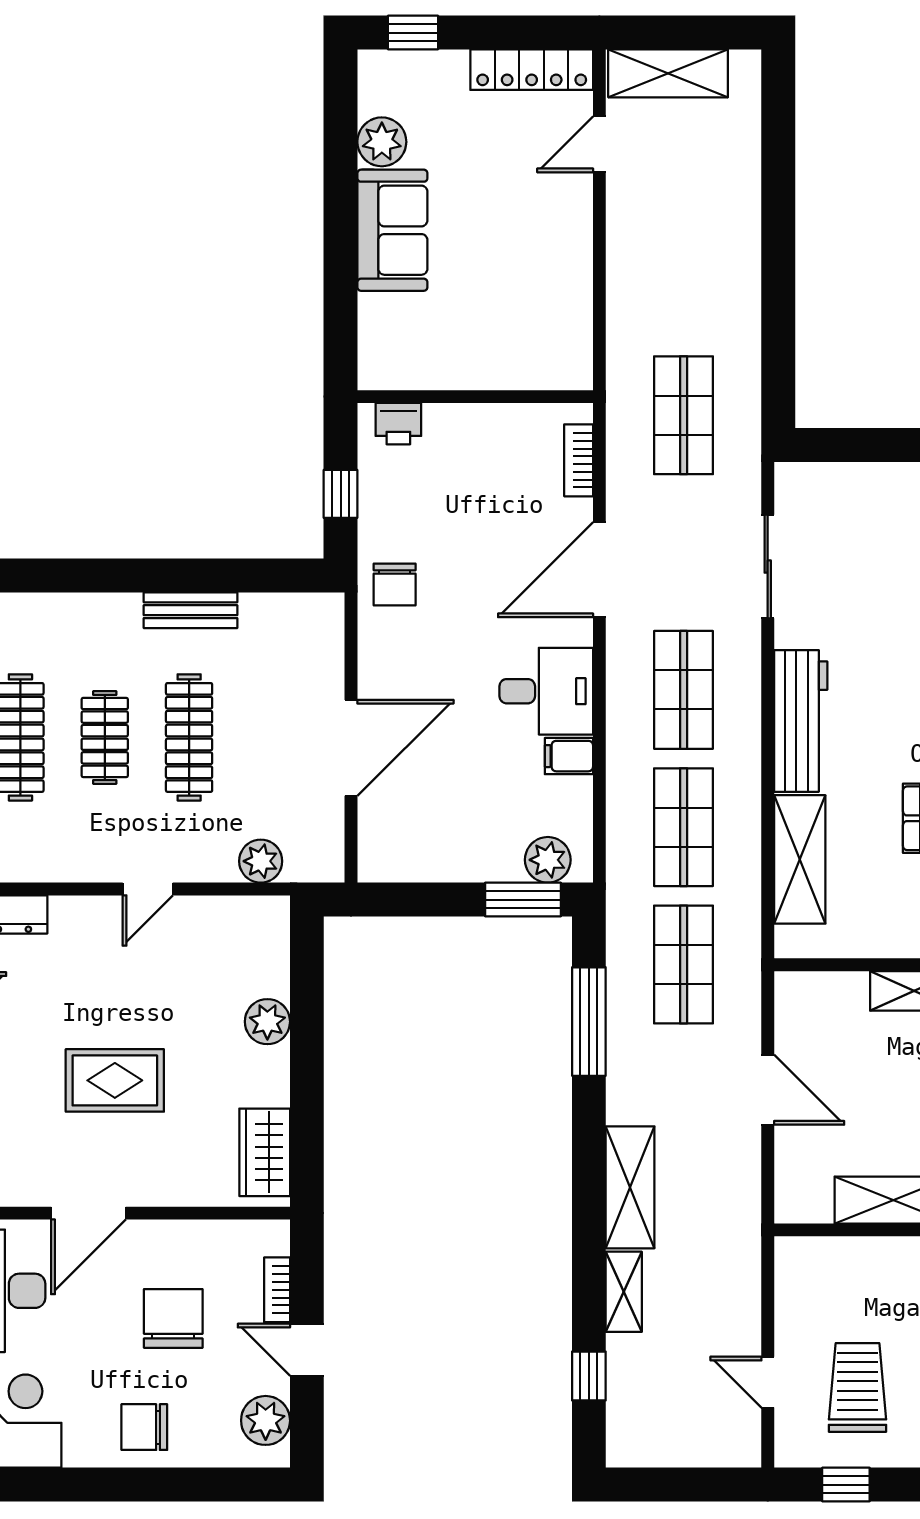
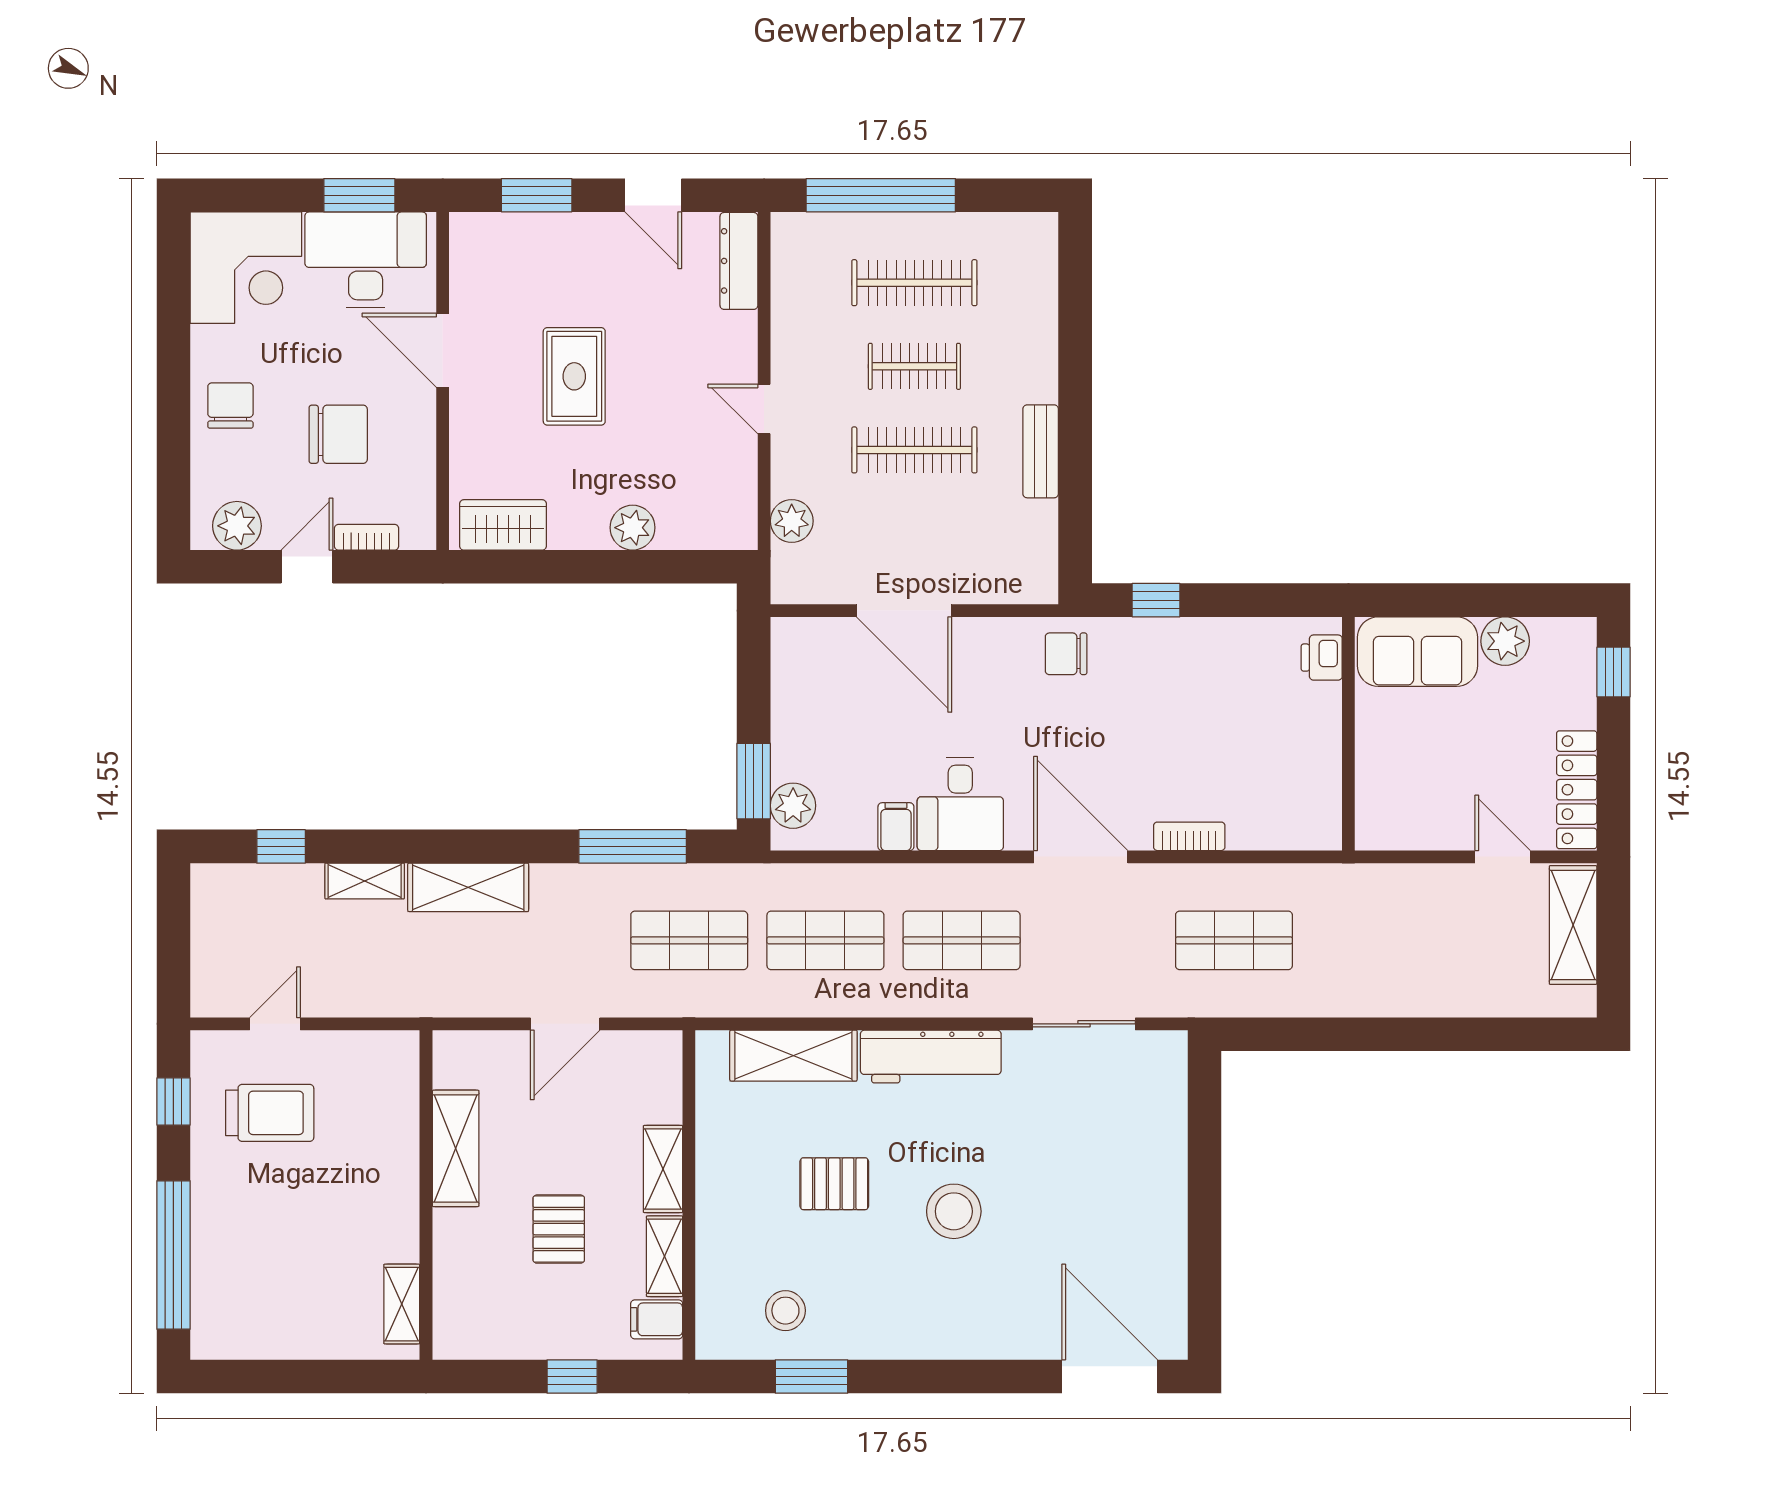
wall: (475, 397) -> (1348, 734), moved
printer: (398, 424) -> (1322, 658), moved

